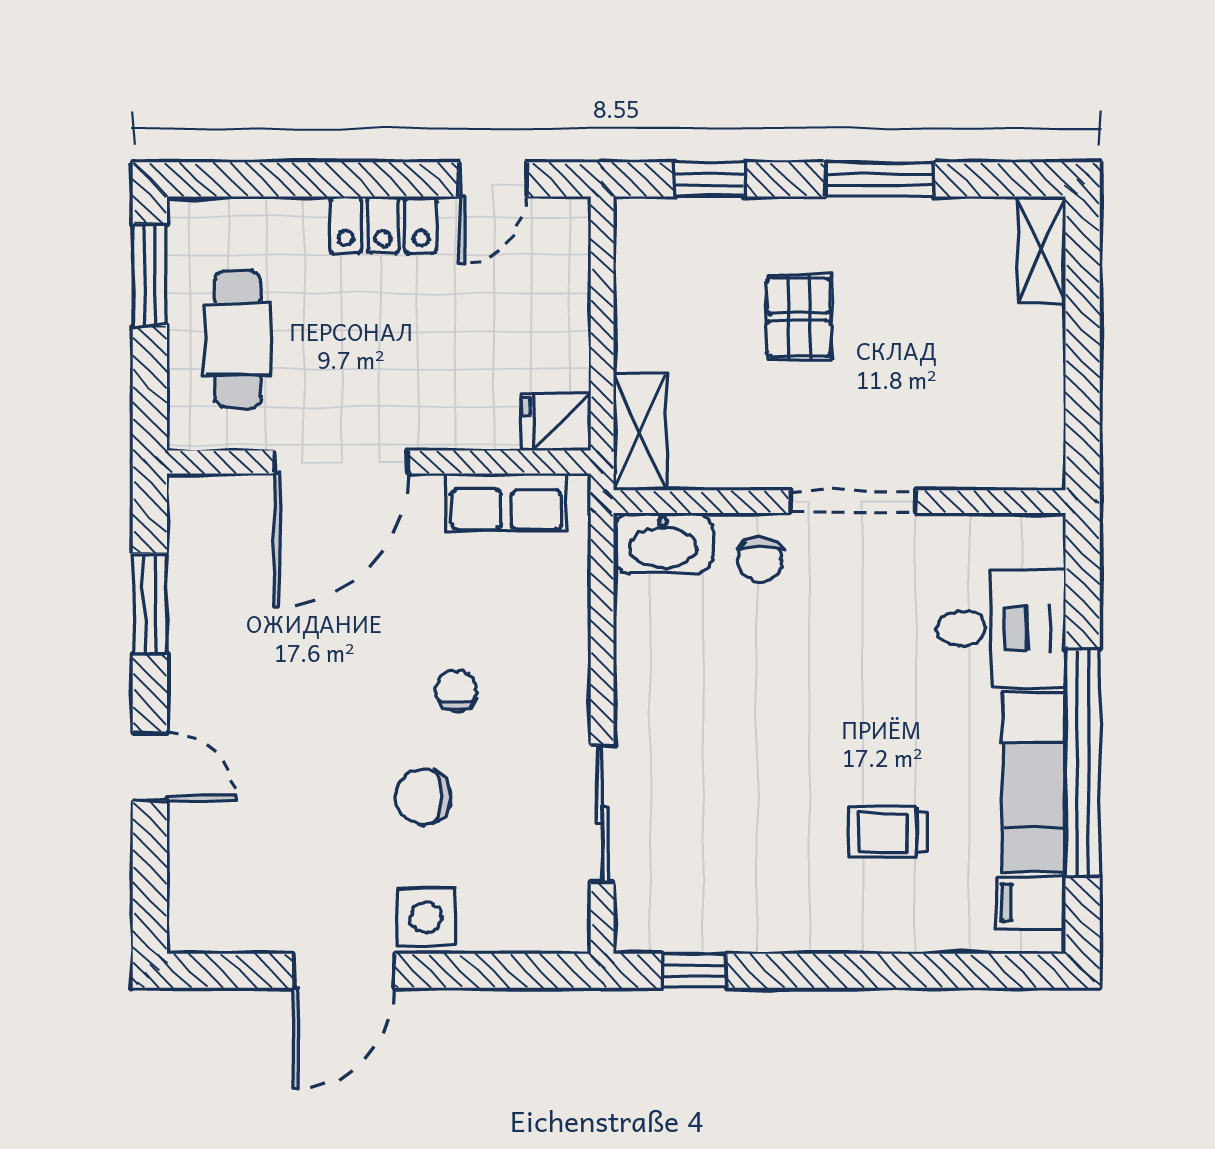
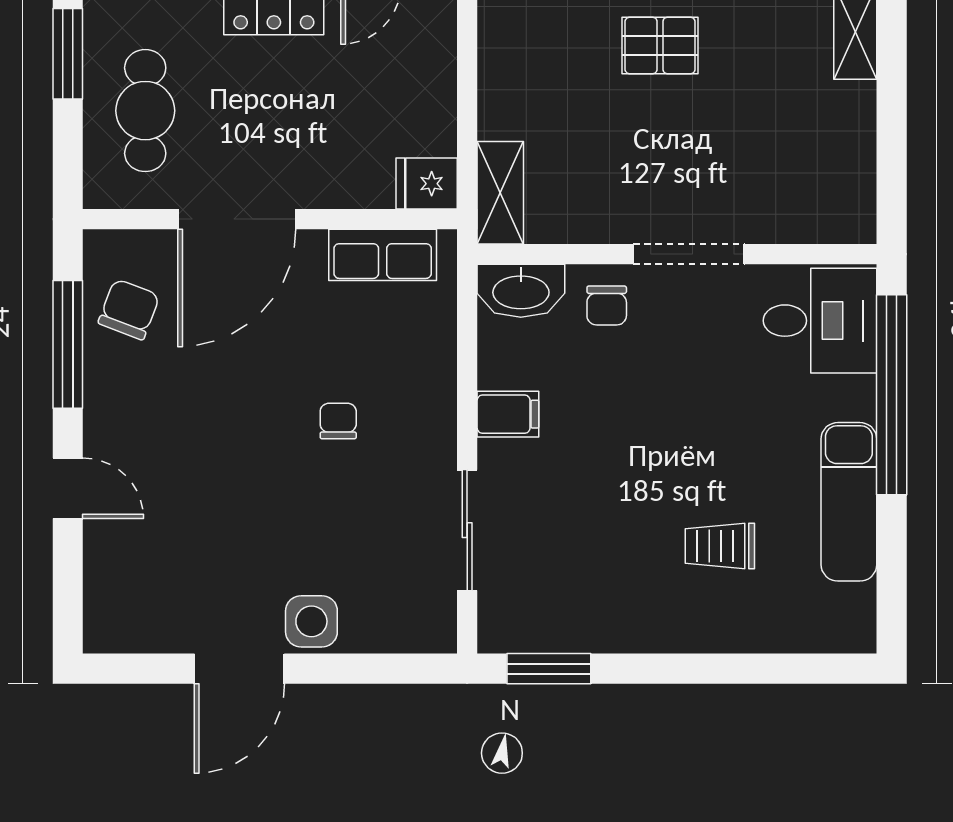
pallet: (799, 317) -> (660, 45), moved, turned 90
window: (150, 604) -> (68, 344), width x1.44
desk: (1002, 628) -> (820, 321), moved
window: (1083, 763) -> (892, 395), moved
chair: (423, 797) -> (129, 309), moved, turned 111
filing cabinet: (1031, 902) -> (508, 414), moved, turned 180
window: (695, 971) -> (549, 669), width x1.50

